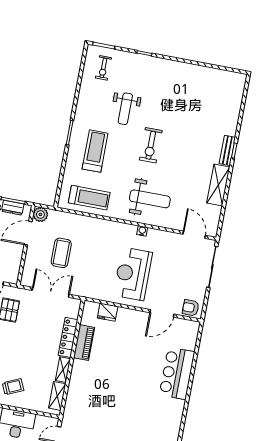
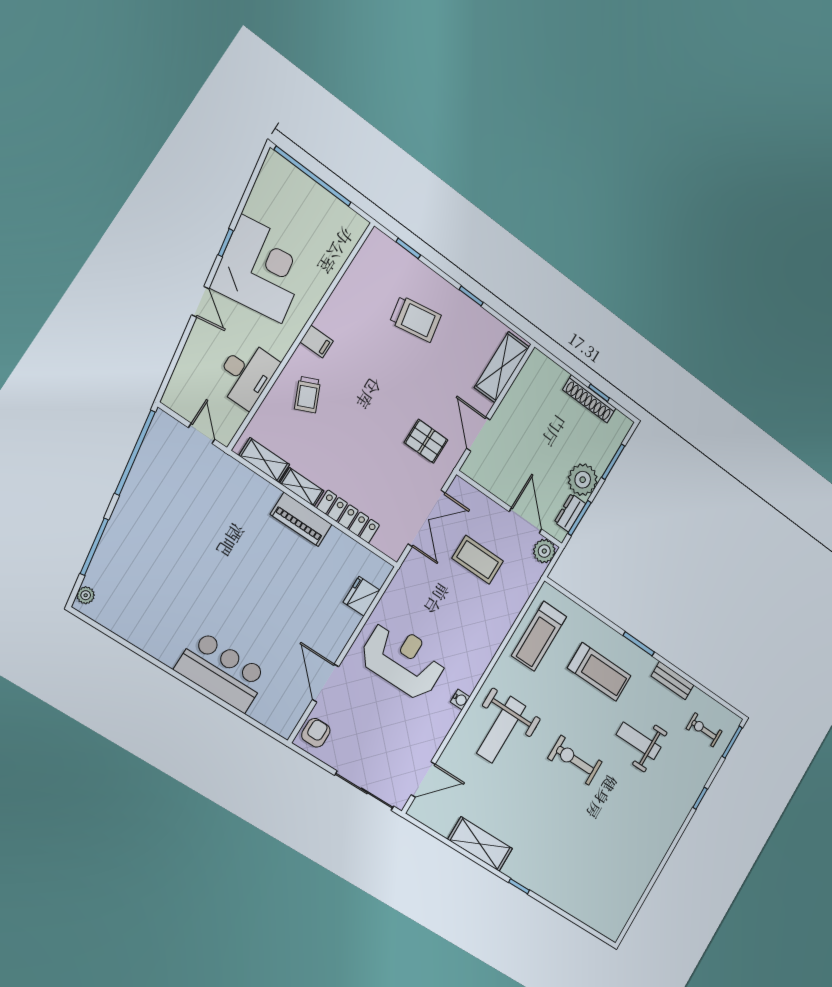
bench: (227, 150) -> (672, 680), moved
piano: (84, 343) -> (301, 519), moved

